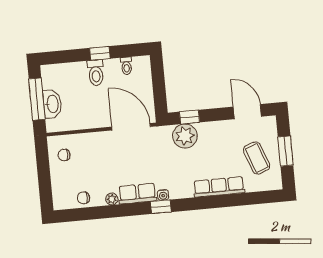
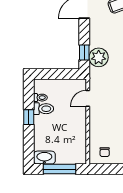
toilet: (96, 73) -> (43, 109), moved
washbasin: (52, 104) -> (44, 158), moved
door: (131, 127) -> (88, 98), width x0.53

